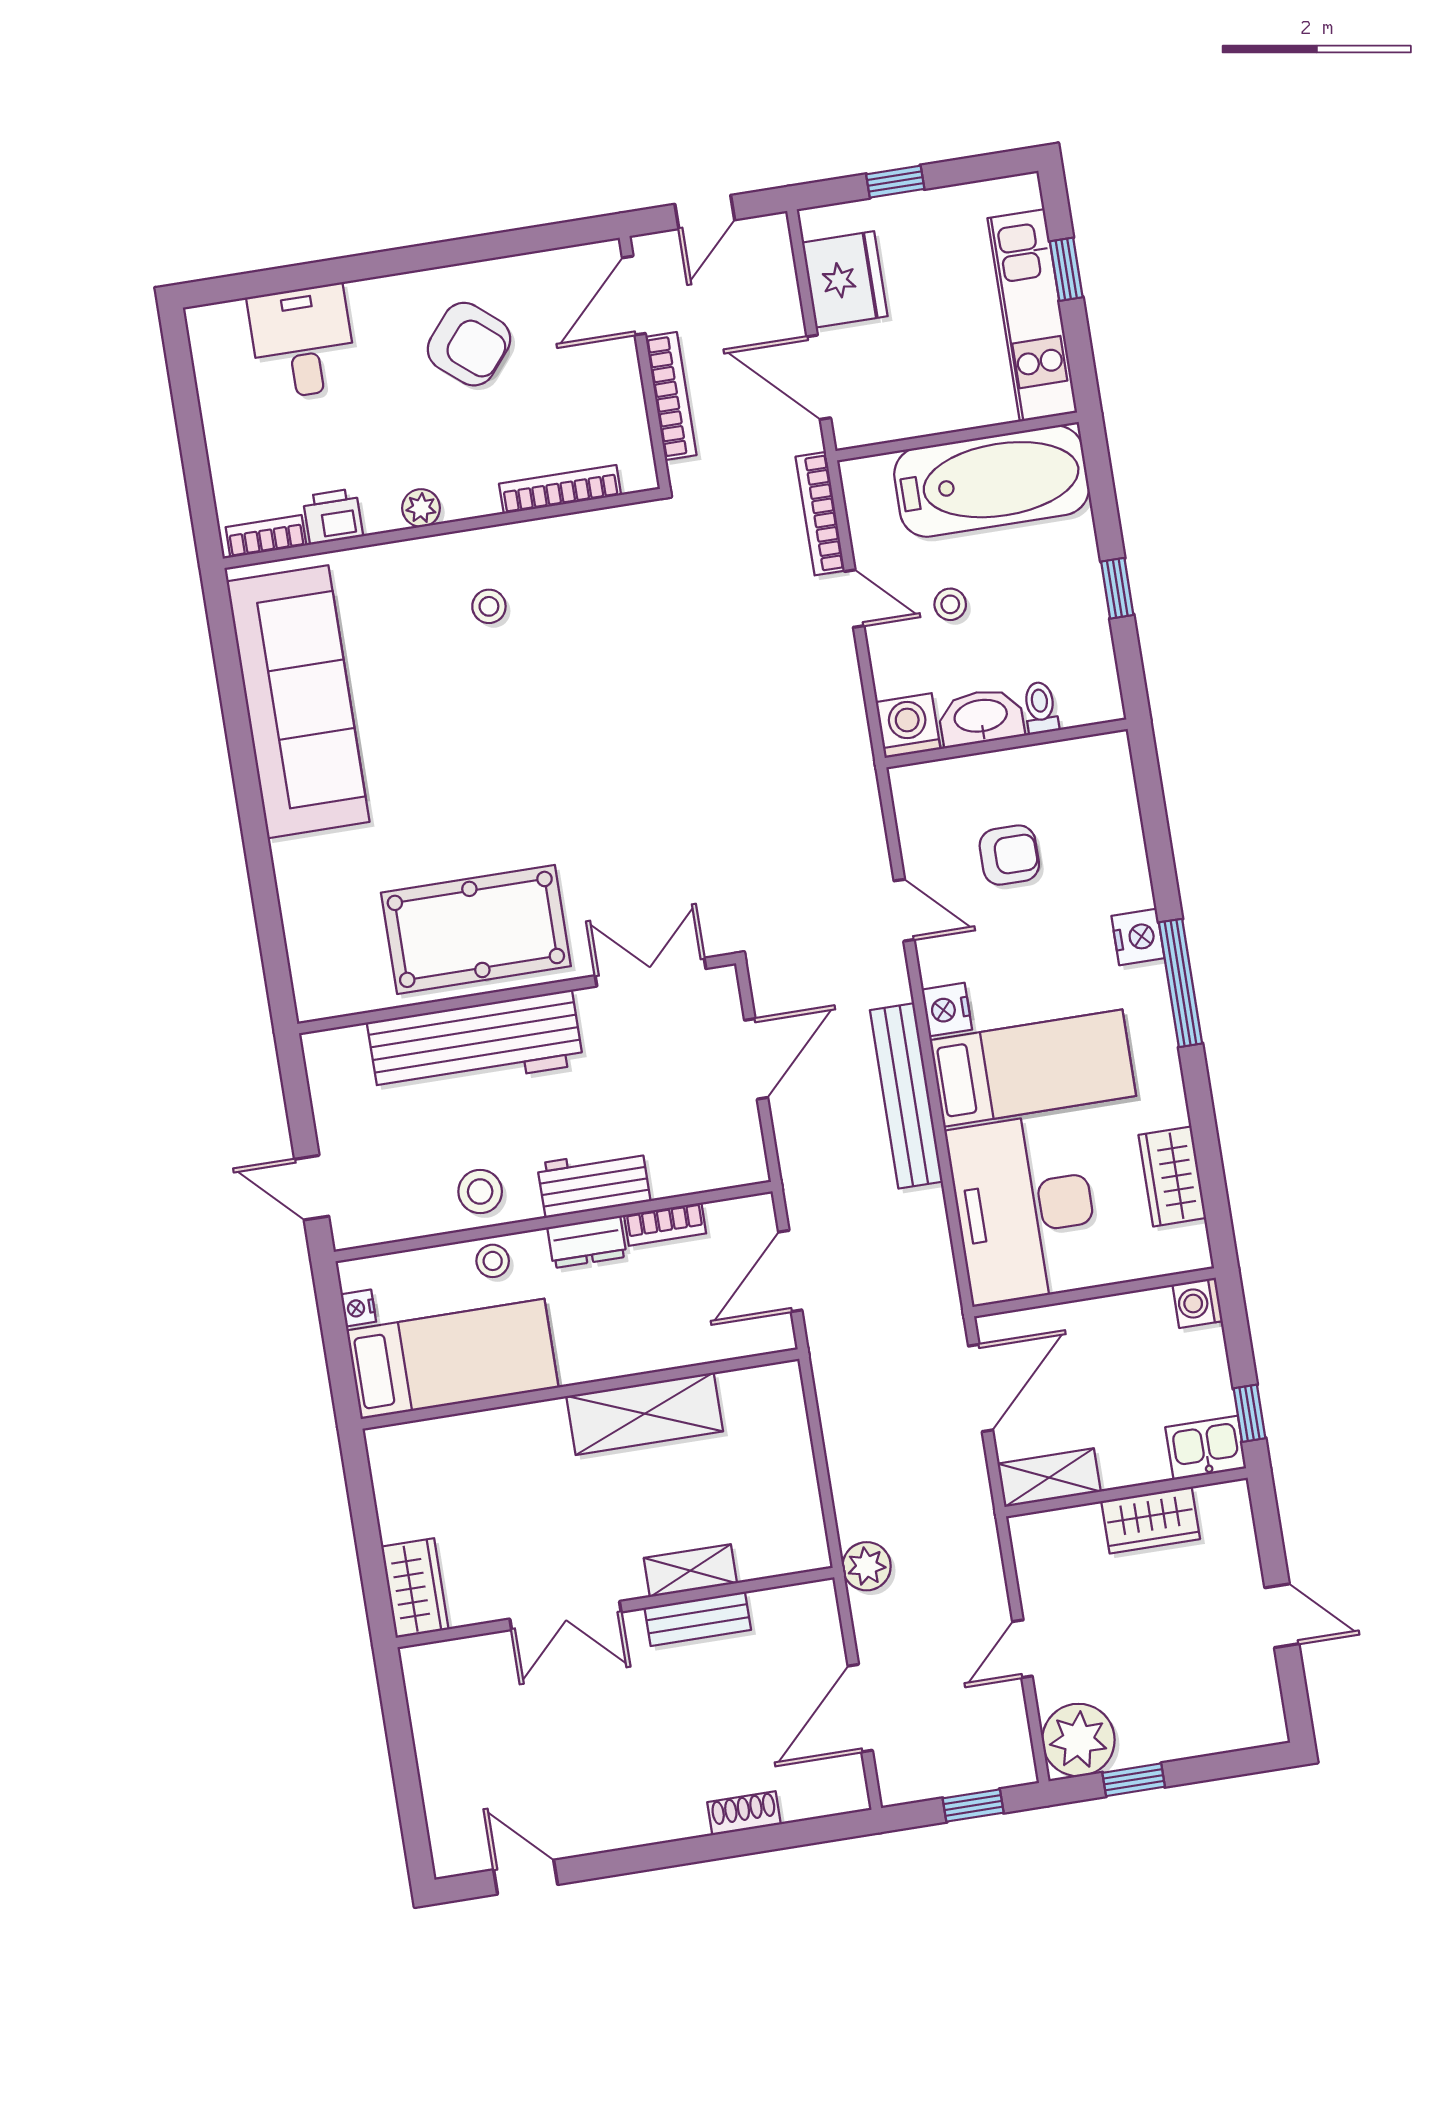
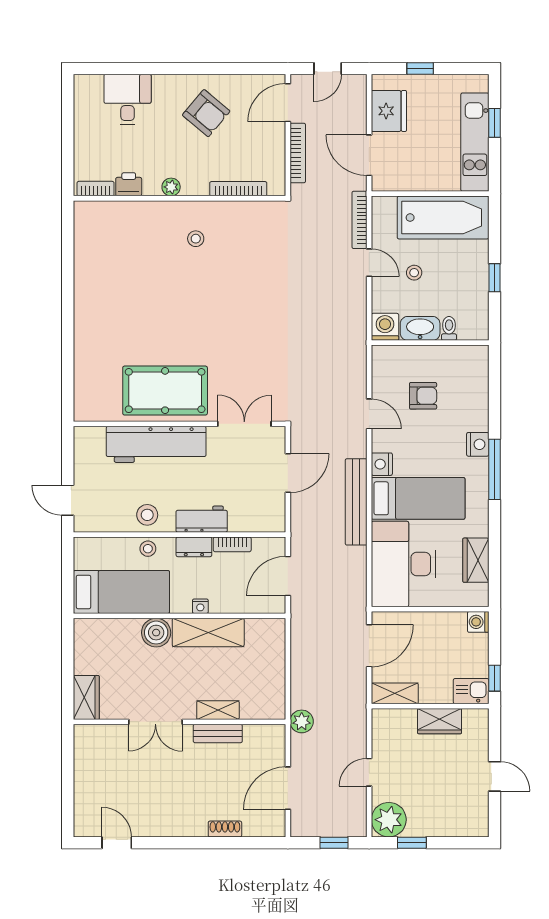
sofa: (298, 702) -> (98, 269), removed
nightstand: (358, 1308) -> (200, 606), moved, turned -90
boiler: (537, 1431) -> (156, 633), added

